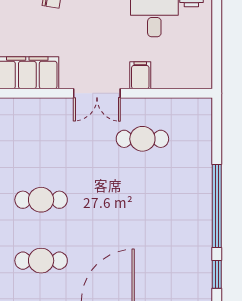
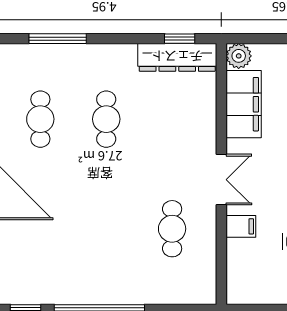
double door: (97, 93) -> (221, 180), swing flipped

